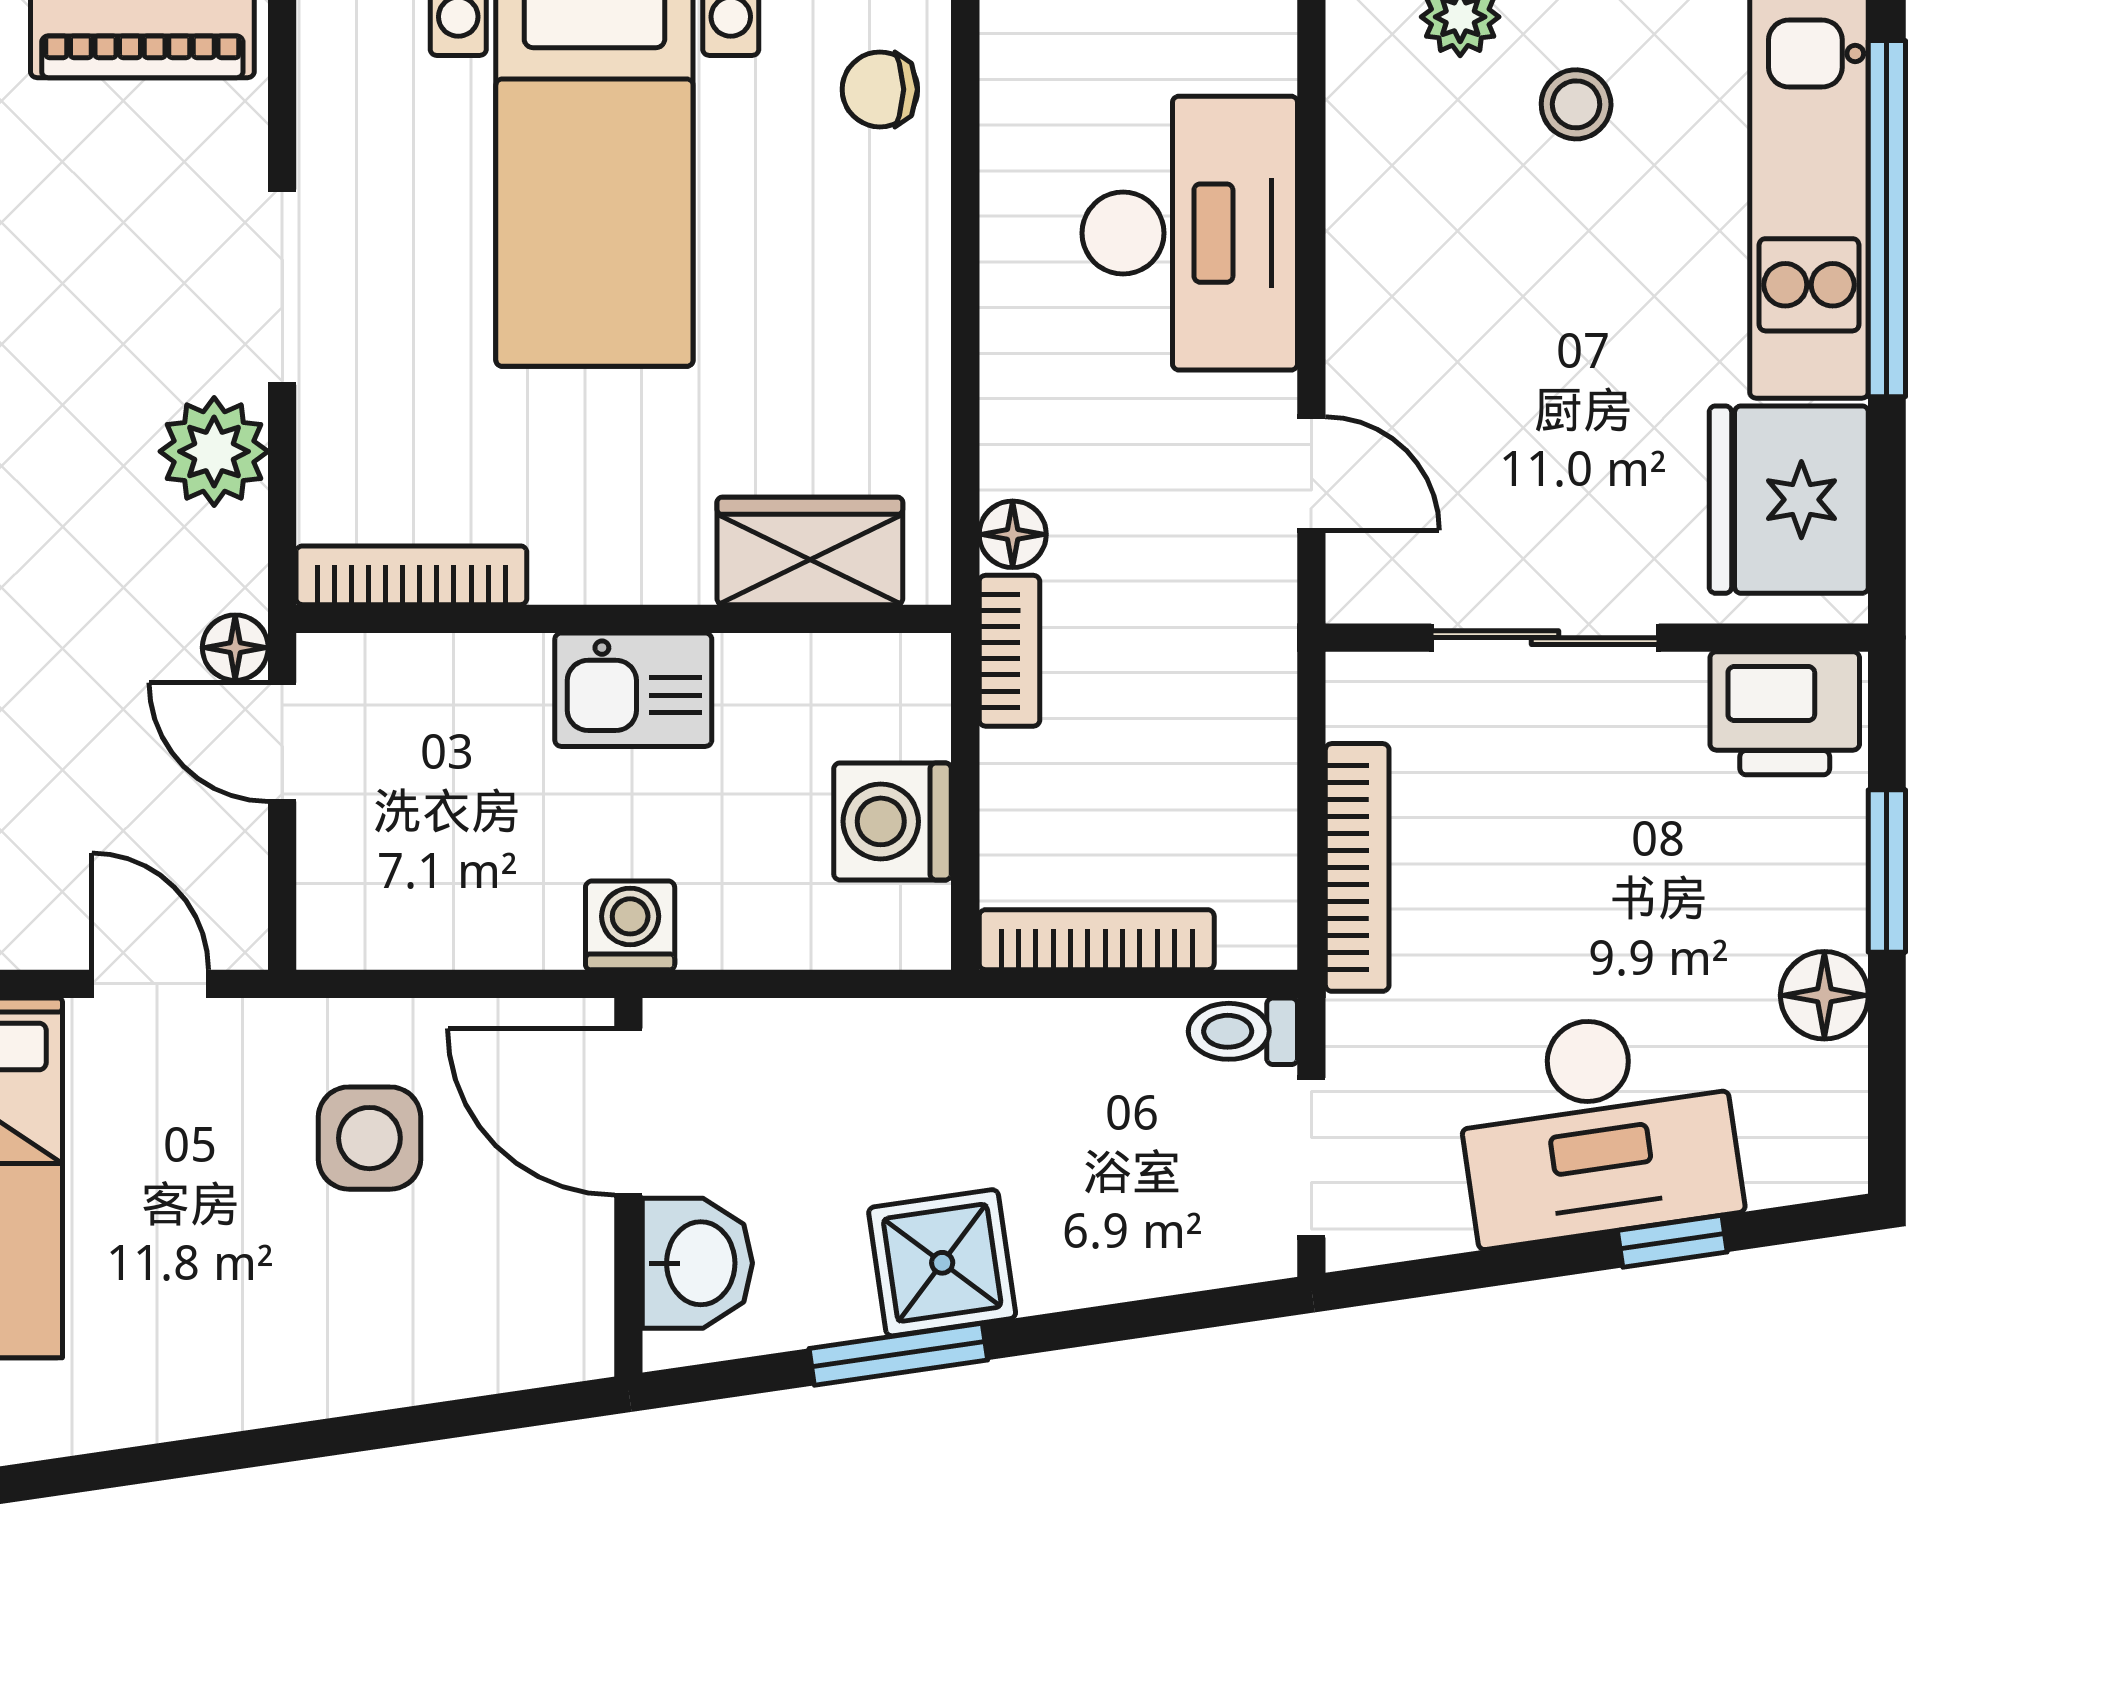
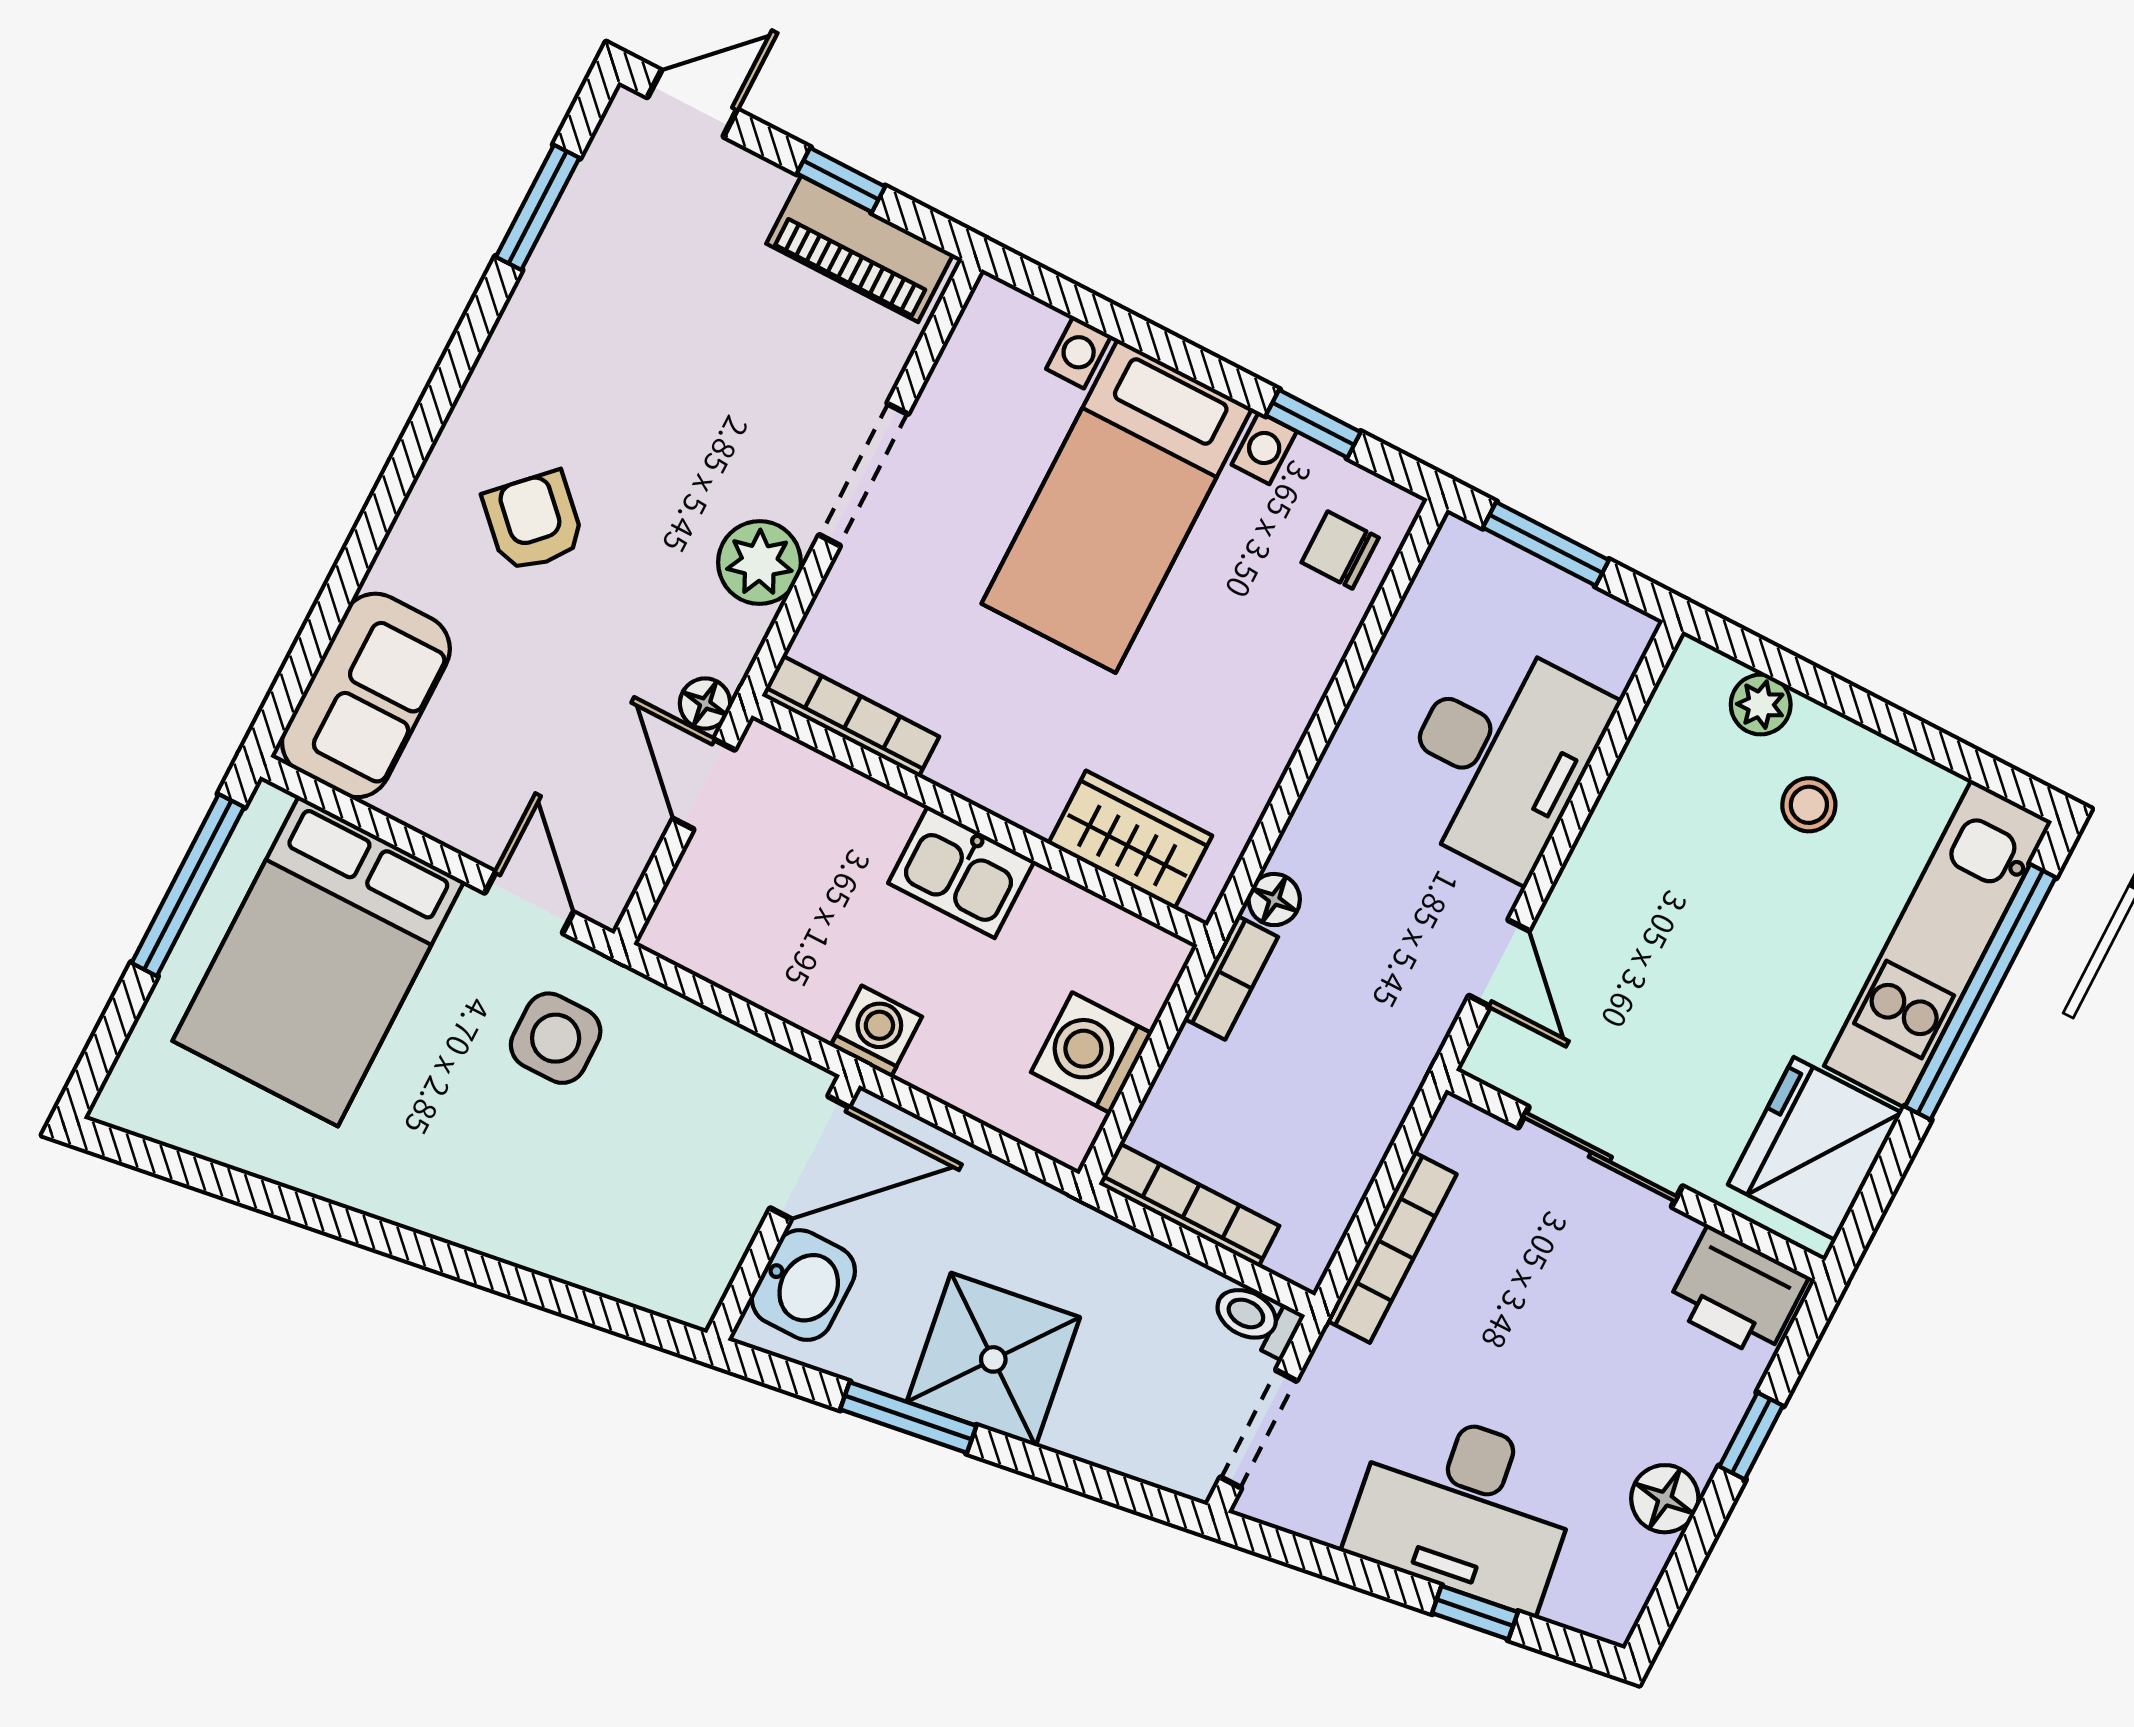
window: (1887, 871) -> (1751, 1436), width x0.67
door: (628, 1112) -> (810, 1158), swing flipped
side table: (369, 1138) -> (556, 1038), moved
shower: (942, 1263) -> (993, 1359), width x1.36, depth x1.36

